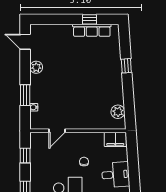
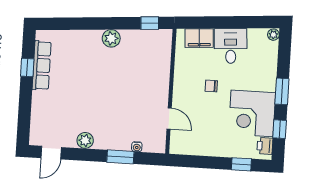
window: (126, 66) -> (150, 23), moved
plant: (118, 112) -> (111, 38), moved
filing cabinet: (115, 139) -> (199, 38), moved, turned 86
window: (25, 155) -> (199, 162), removed

